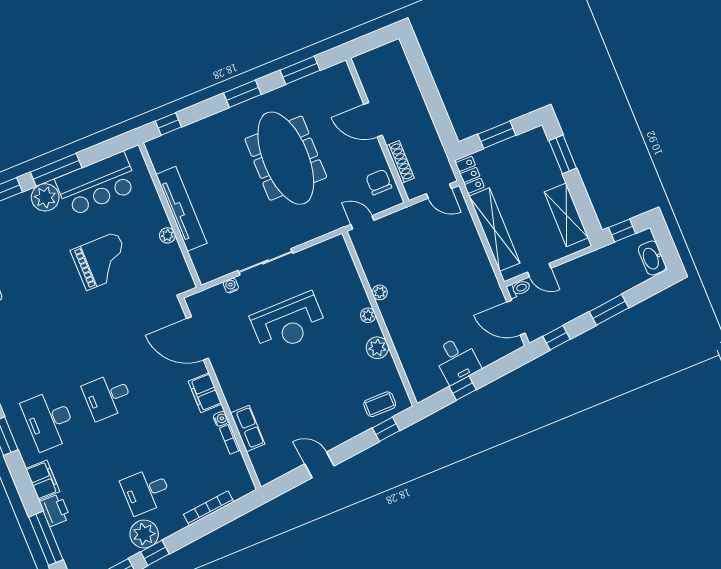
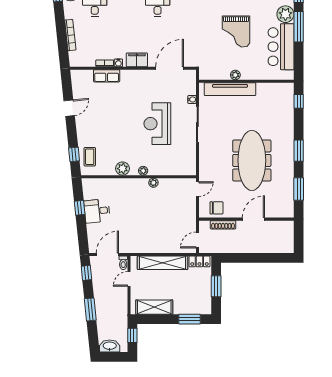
meeting table: (286, 158) -> (252, 160), turned 90
tv unit: (181, 209) -> (230, 89), moved

